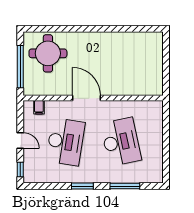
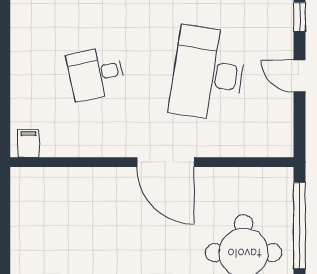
filing cabinet: (39, 107) -> (29, 143), moved
desk: (121, 142) -> (96, 74), width x0.53, depth x0.77

